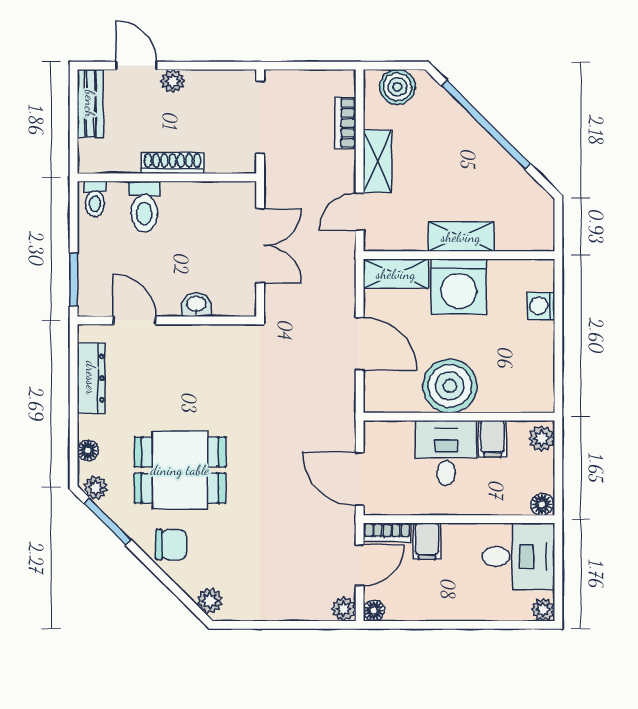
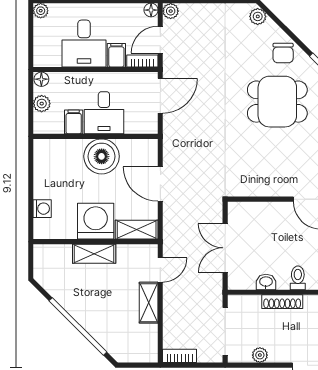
plant: (173, 81) -> (260, 355), moved
boiler: (397, 87) -> (136, 351), removed
bookcase: (345, 123) -> (180, 356), moved, turned -90
toilet: (144, 207) -> (298, 278), width x0.73, depth x0.72
washbasin: (196, 305) -> (266, 282), moved, turned 180
plant: (542, 438) -> (42, 104), moved
door: (360, 479) -> (160, 96), hinge flipped
chair: (171, 545) -> (283, 53), turned -90
desk: (519, 557) -> (84, 44), moved, turned -90

